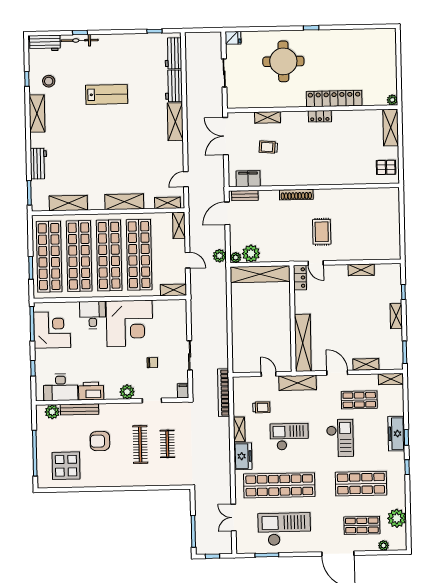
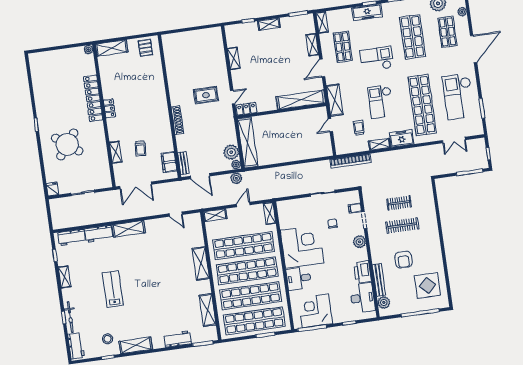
round table: (283, 61) -> (67, 144), turned 37
shelving: (168, 203) -> (64, 277), moved
filing cabinet: (183, 391) -> (355, 208), moved

